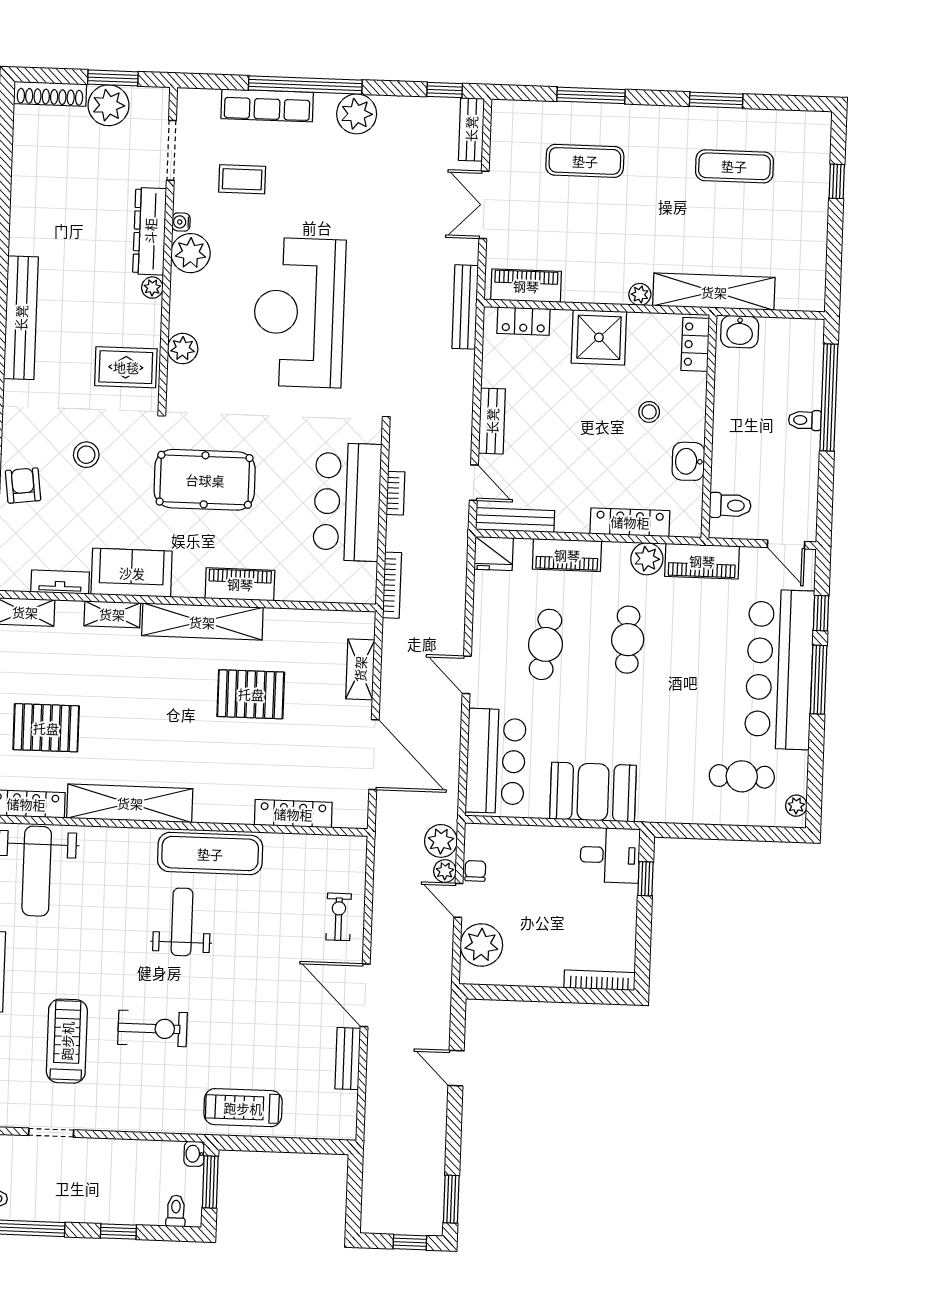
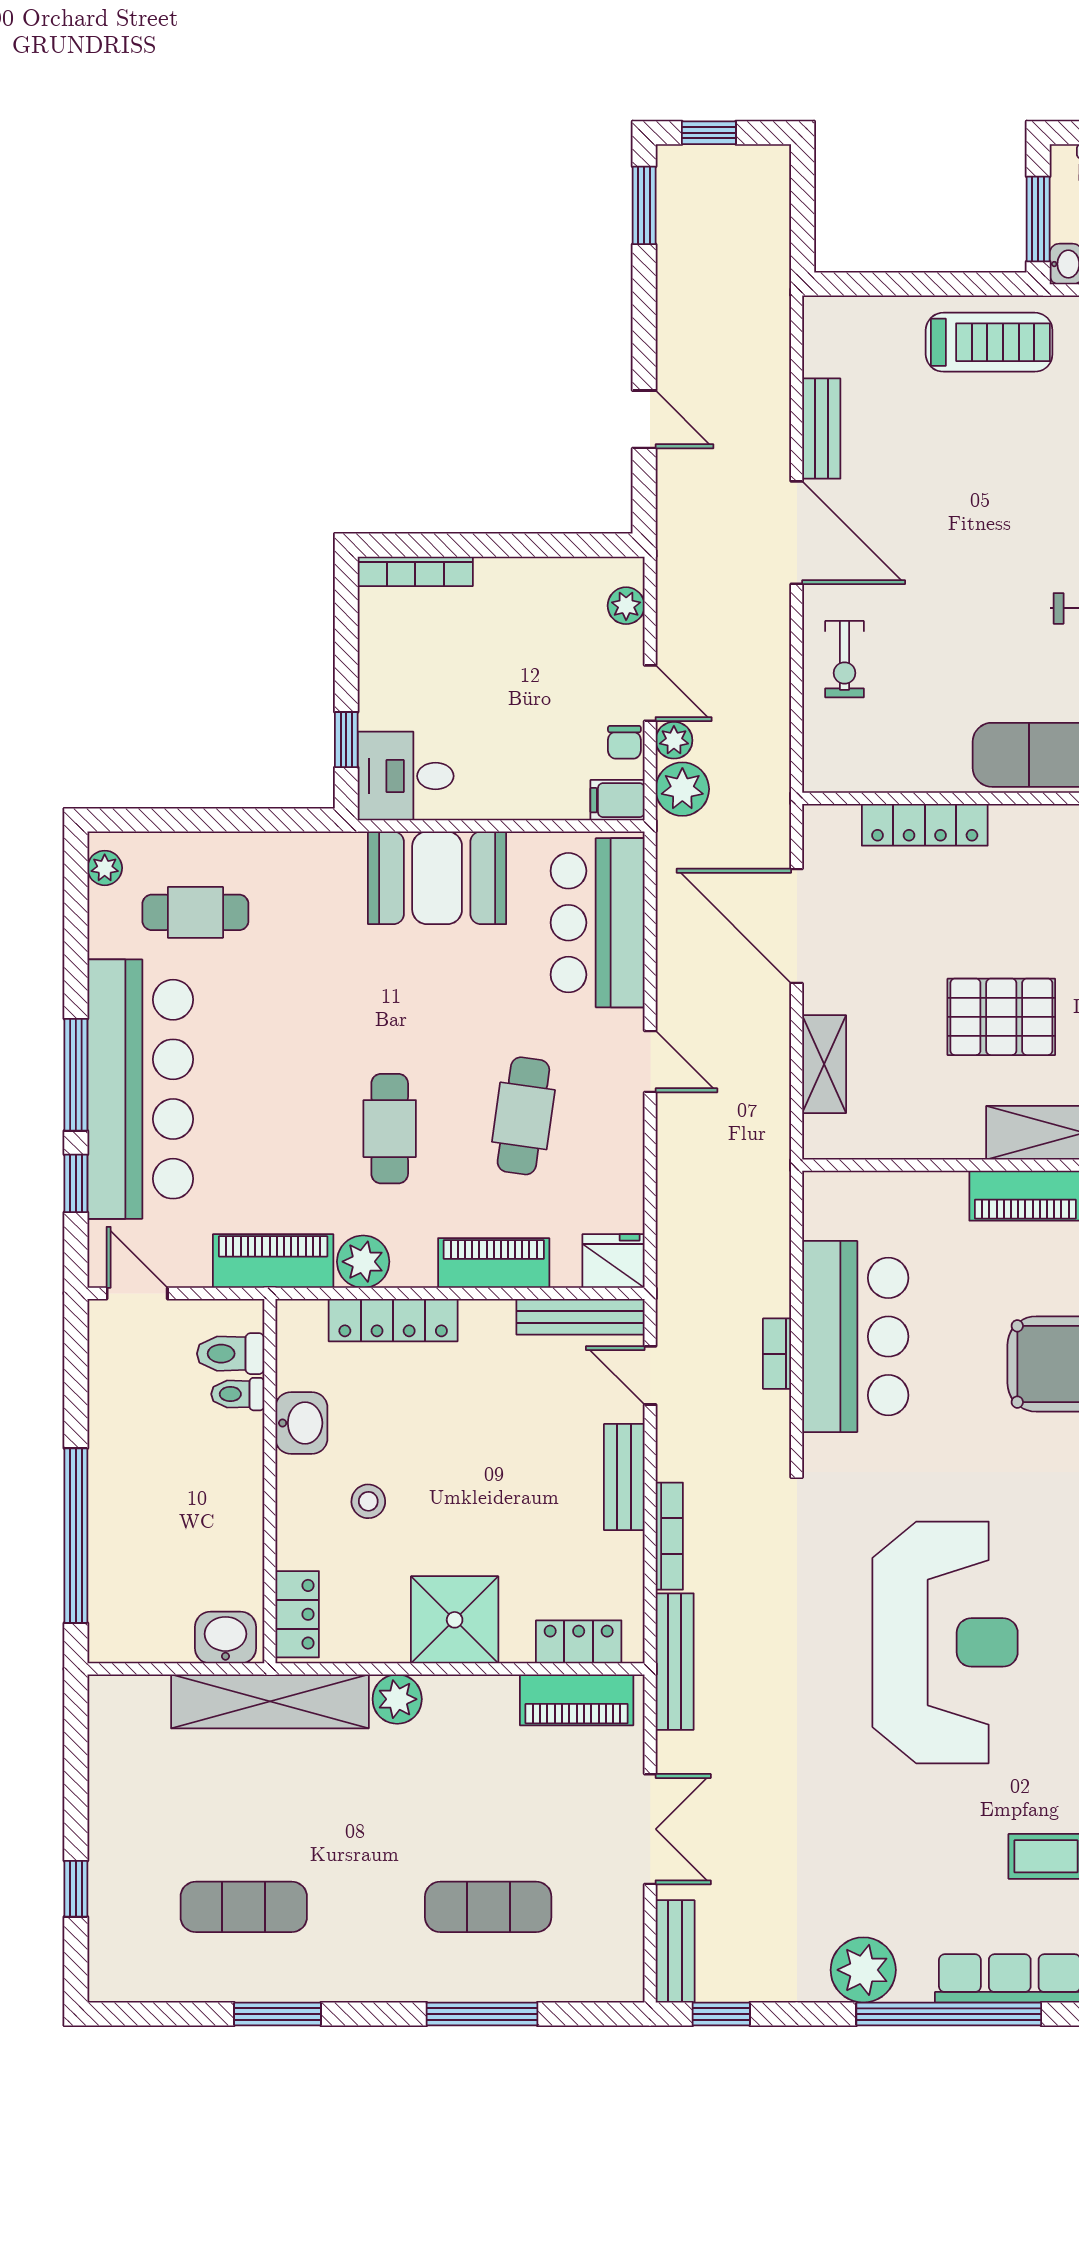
plant: (640, 294) -> (397, 1699), width x1.38, depth x1.38
toilet: (805, 420) -> (238, 1394), moved, turned 180
bookcase: (392, 585) -> (669, 1536), moved, turned 180
filing cabinet: (481, 836) -> (617, 800), added
plant: (481, 945) -> (626, 606), width x0.53, depth x0.53

